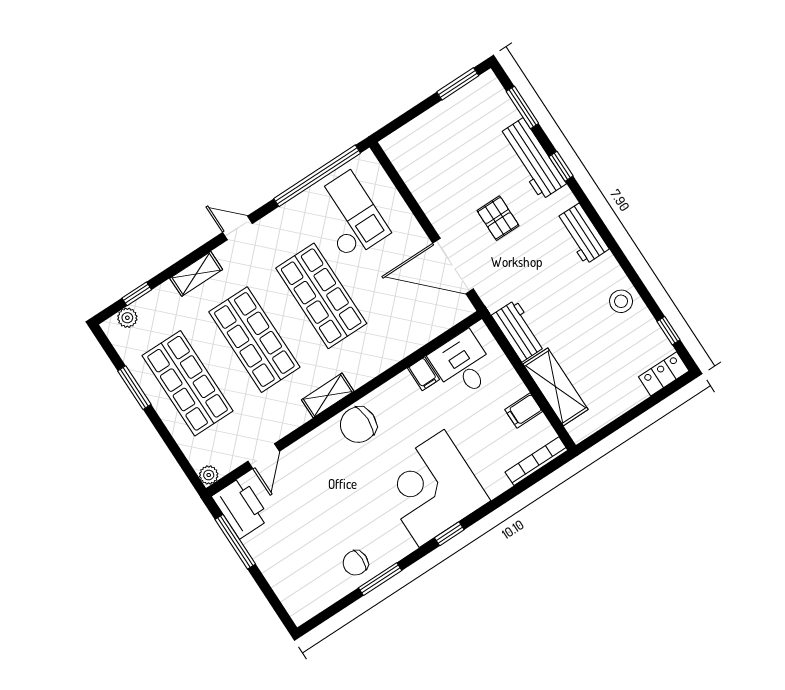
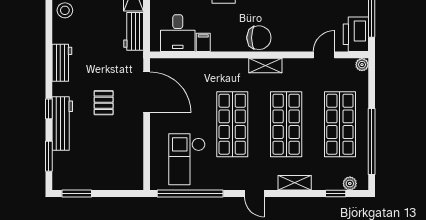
window: (134, 388) -> (372, 141), width x2.11

